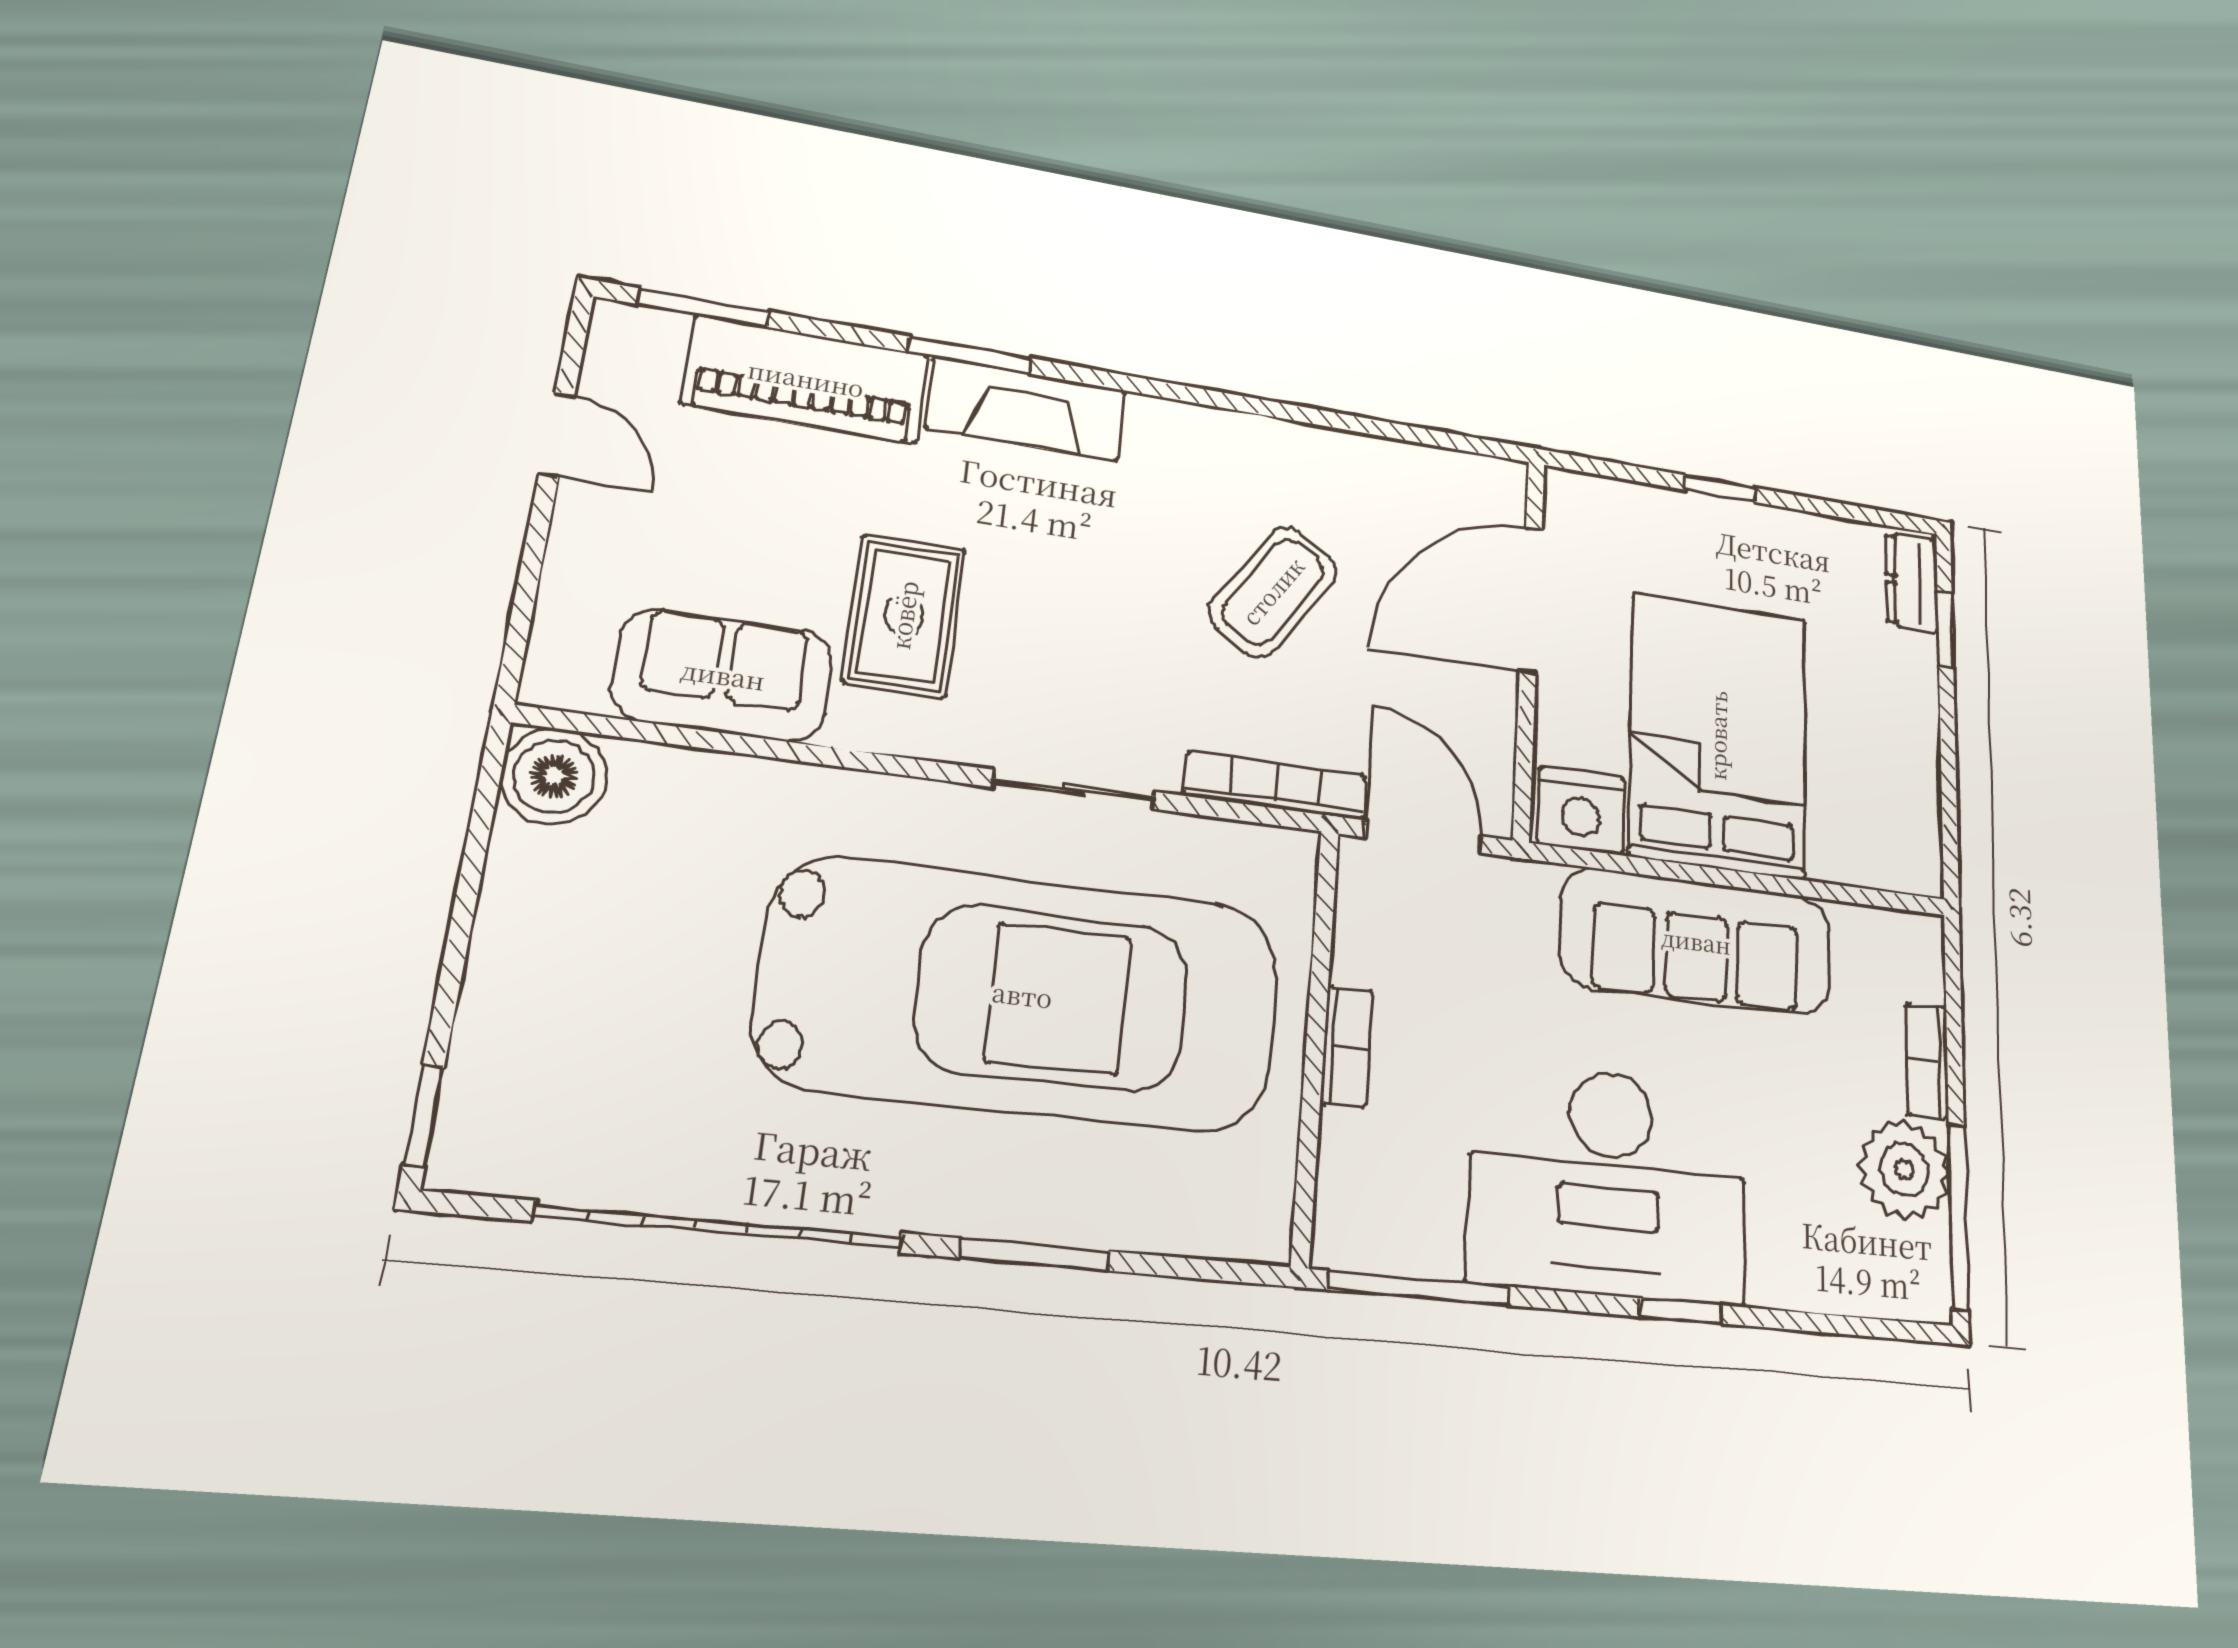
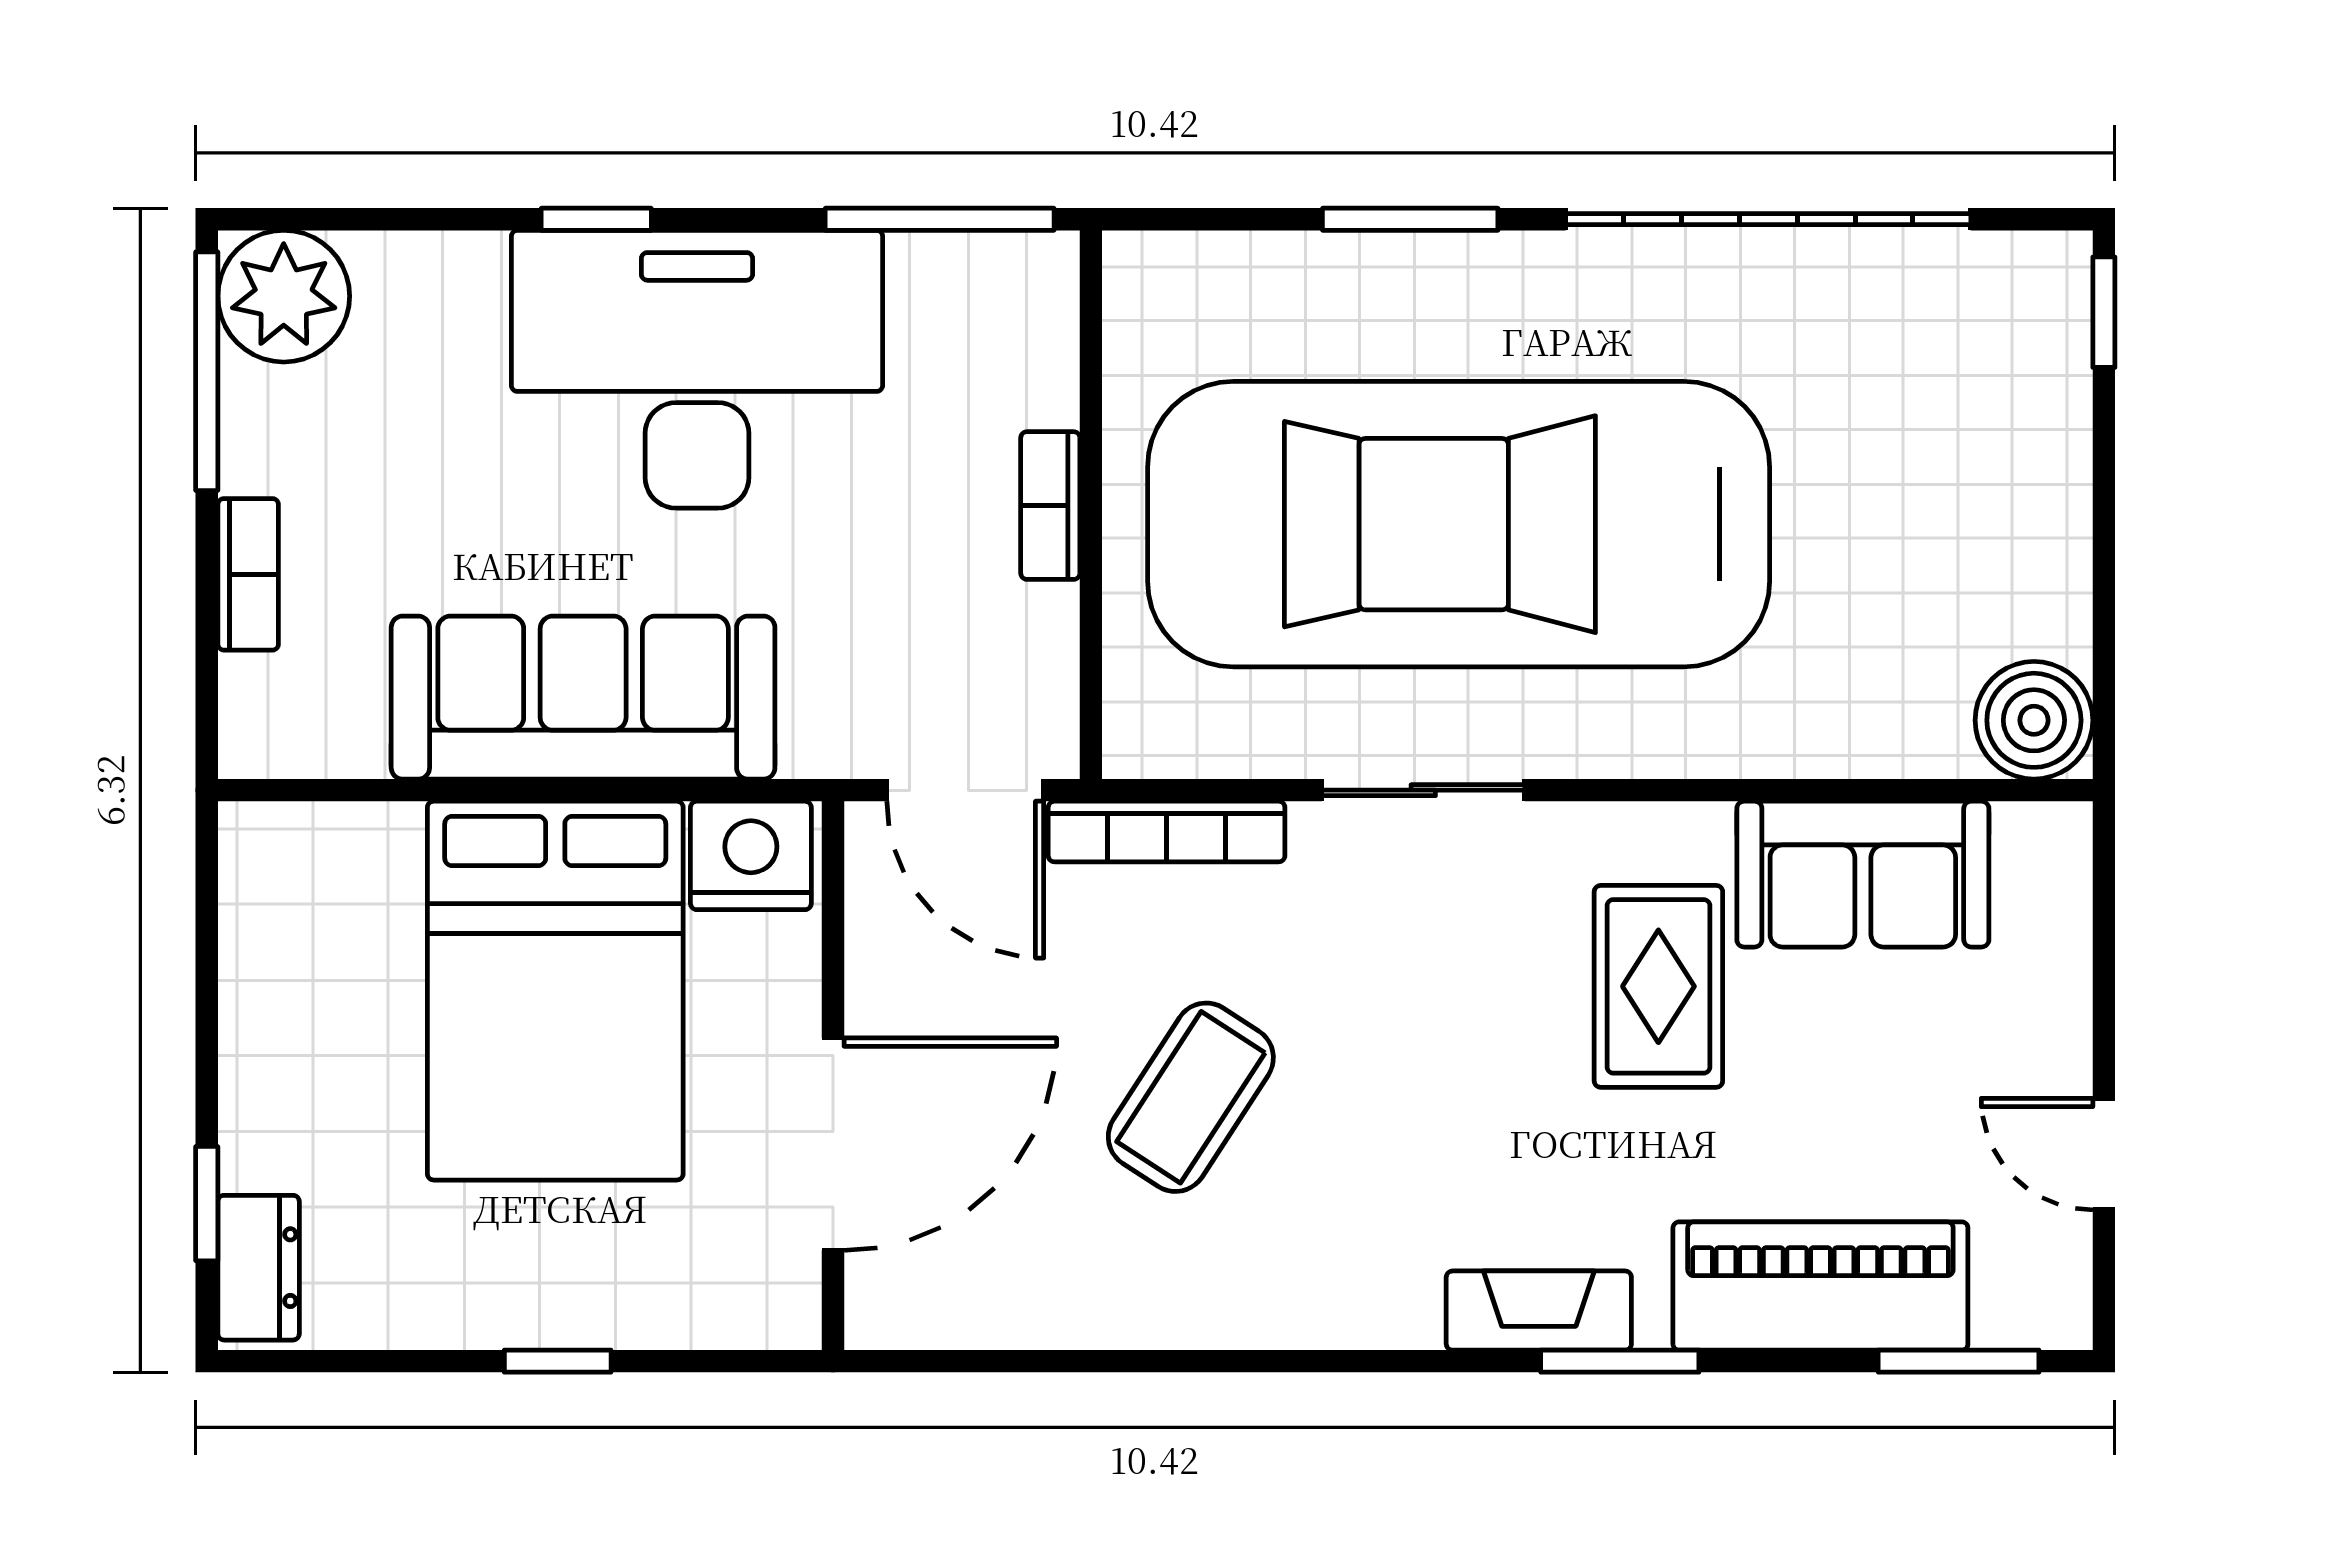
fireplace: (1026, 409) -> (1539, 1311), width x0.73, depth x0.76
plant: (1905, 1170) -> (284, 296), moved

